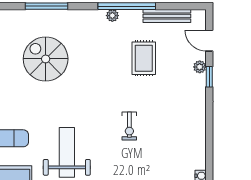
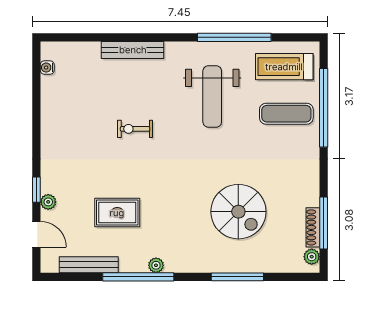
rug: (144, 58) -> (117, 213), turned 90
exercise bike: (129, 126) -> (135, 129), turned -90

